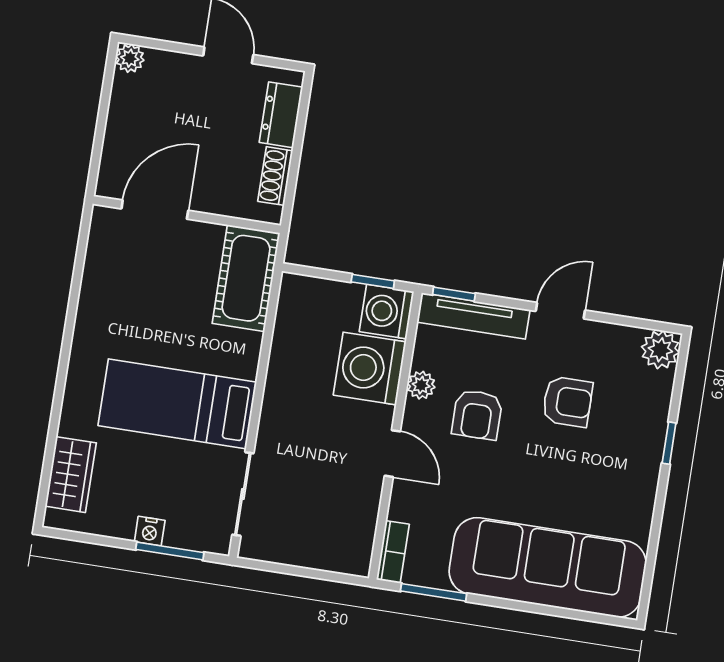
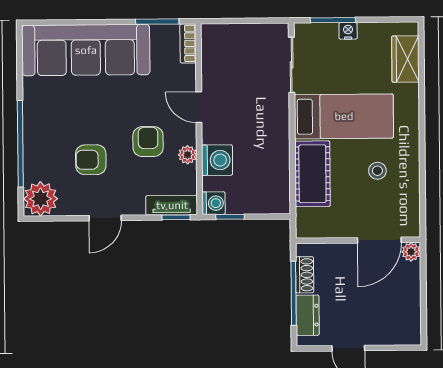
plant: (130, 58) -> (411, 252), moved
window: (297, 151) -> (294, 293), added
cot: (246, 278) -> (312, 174), moved
washing machine: (387, 312) -> (214, 203), width x0.73, depth x0.73
stool: (140, 314) -> (377, 171), added
tv unit: (473, 316) -> (172, 205), width x0.71
plant: (660, 350) -> (41, 199), width x1.36, depth x1.36
washing machine: (370, 368) -> (217, 160), width x0.73, depth x0.73
window: (669, 443) -> (20, 144), width x3.17

